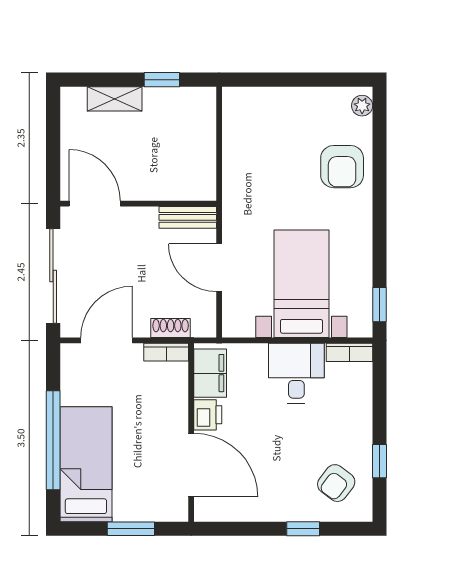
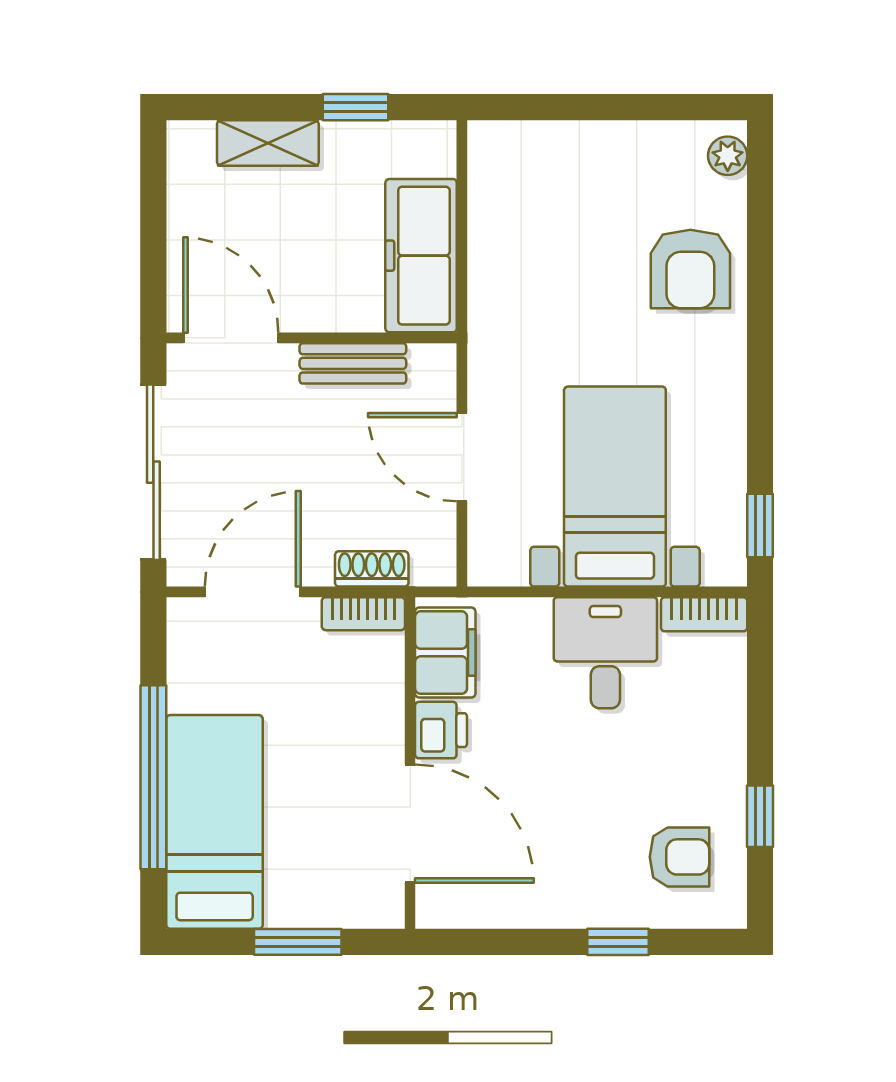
freezer: (197, 159) -> (421, 256), added
bench: (188, 217) -> (353, 363), moved
armchair: (336, 483) -> (679, 857), turned -127

